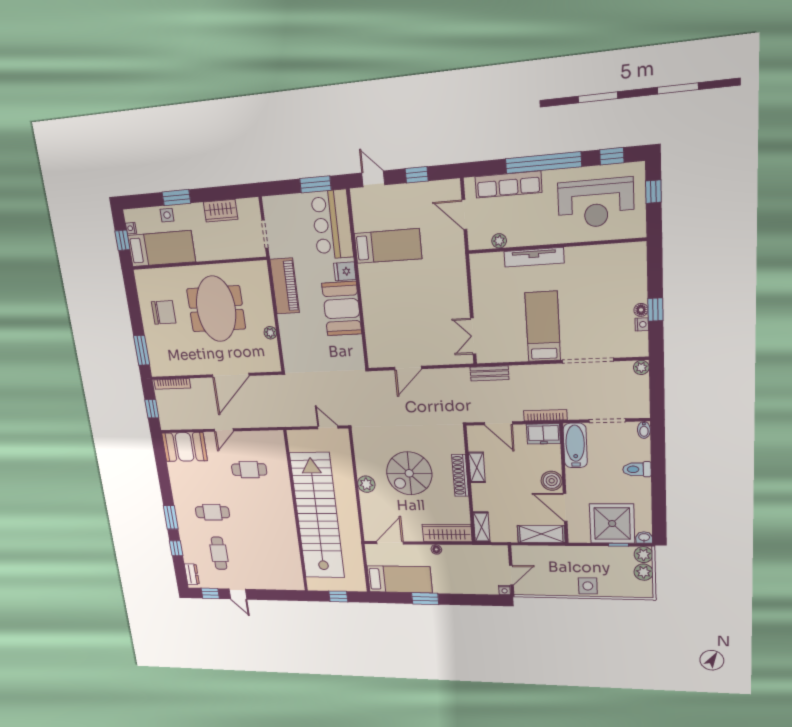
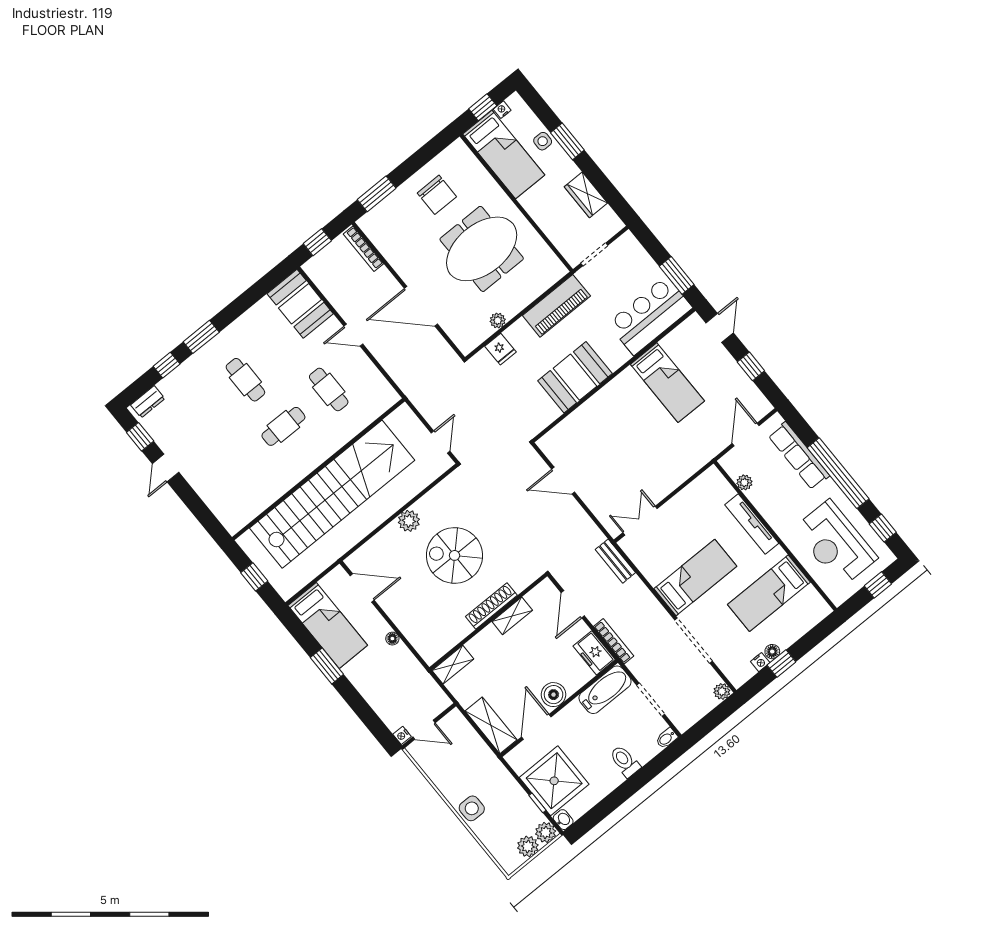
fridge: (345, 271) -> (501, 349), moved, turned 180
bed: (595, 281) -> (769, 593), added
wardrobe: (447, 533) -> (419, 636), removed
cafe table: (219, 553) -> (283, 426), moved

